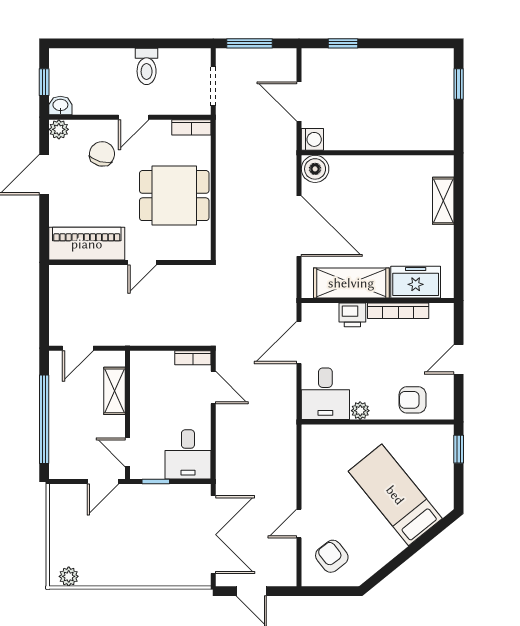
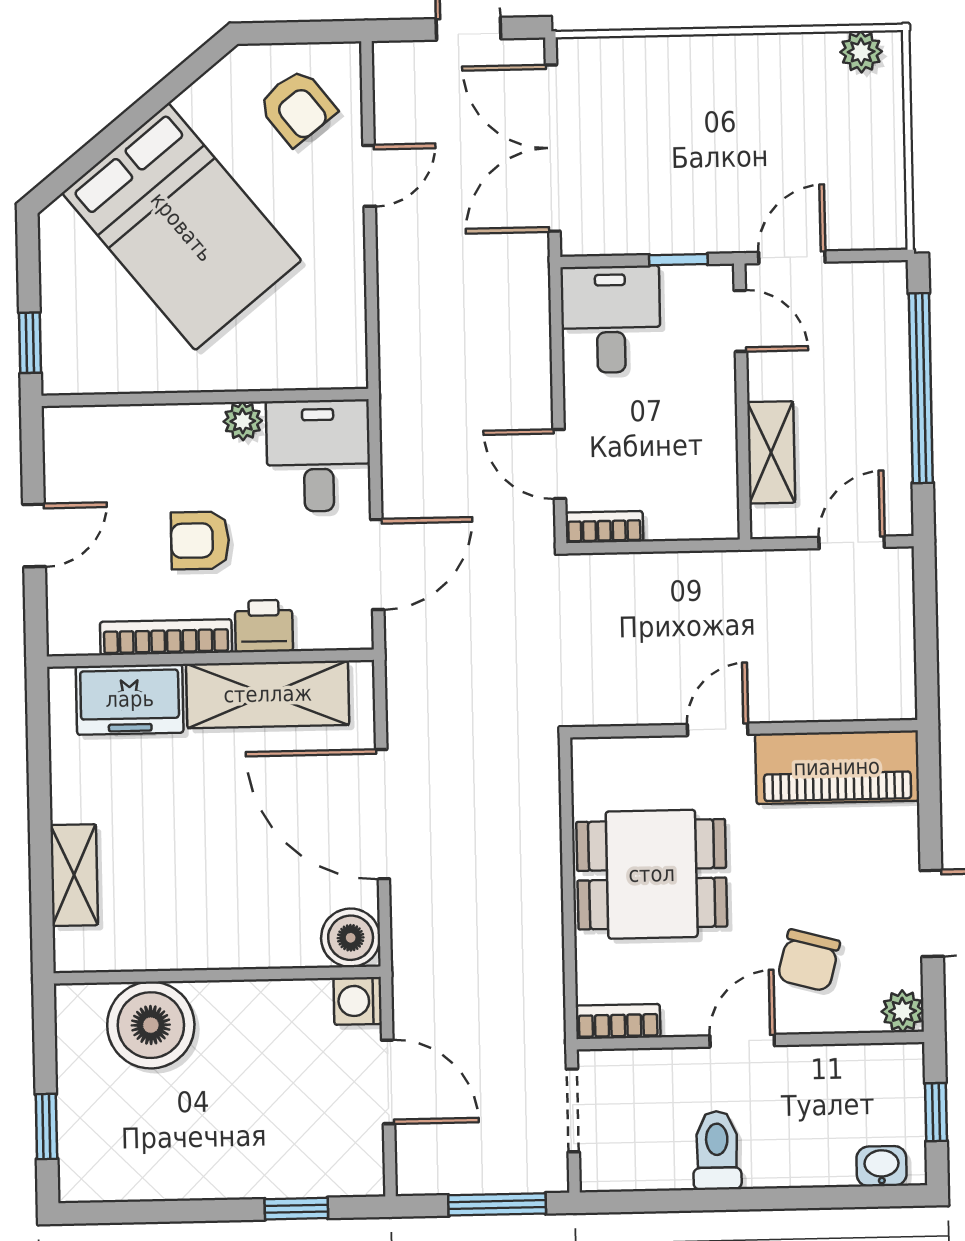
washbasin: (60, 105) -> (882, 1166), moved, turned 180
boiler: (409, 130) -> (151, 1025), added
armchair: (413, 400) -> (200, 540), moved, turned 180
bed: (395, 495) -> (182, 227), width x1.50

